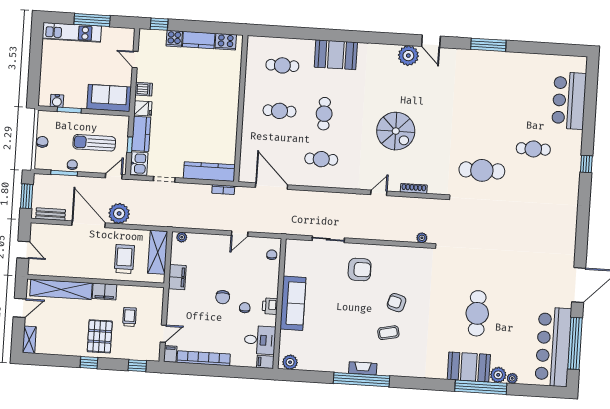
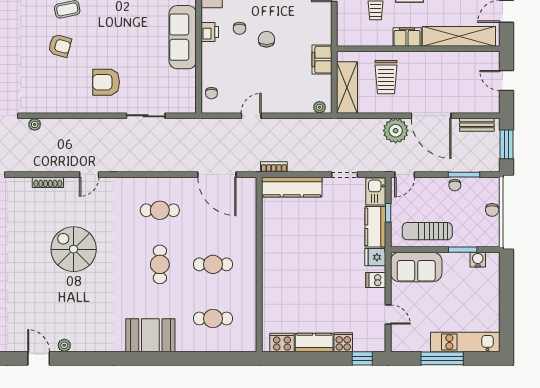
plant: (408, 56) -> (64, 345), width x0.53, depth x0.53
sun lounger: (94, 143) -> (427, 231), moved, turned 180

